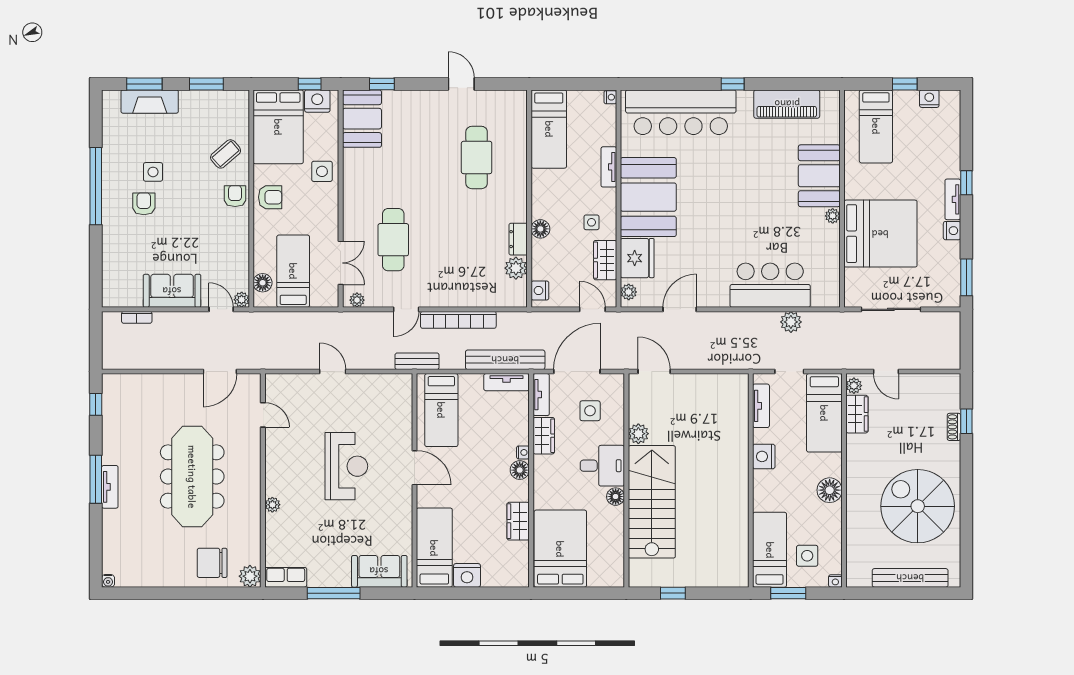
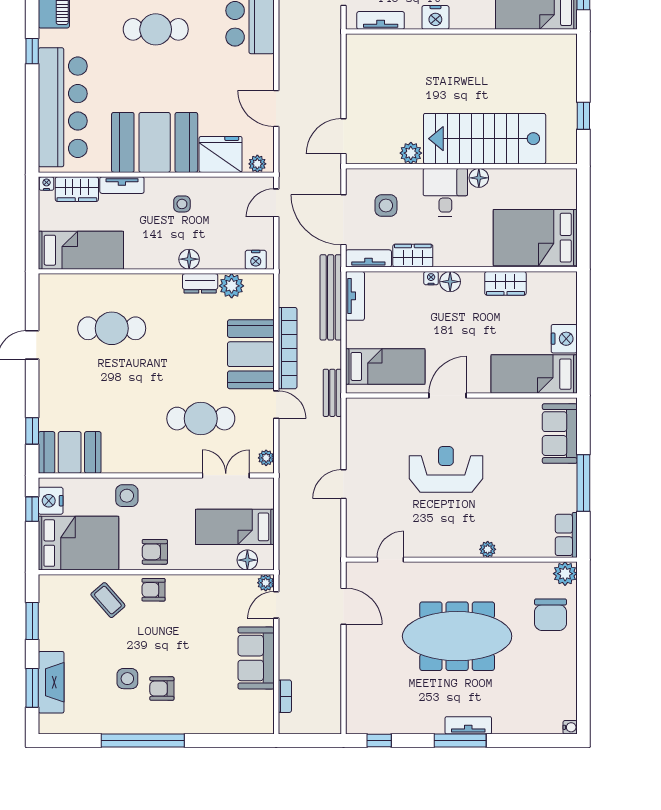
armchair: (270, 197) -> (155, 552), turned -90
cafe table: (753, 198) -> (156, 29), added
wardrobe: (605, 260) -> (77, 189), moved
booth: (453, 286) -> (251, 354), added

